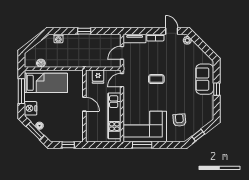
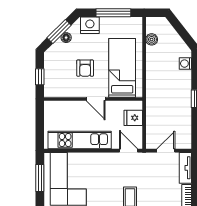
door: (122, 53) -> (166, 151), hinge flipped
bed: (46, 83) -> (122, 68), moved, turned 180
door: (84, 104) -> (96, 99), hinge flipped
armchair: (62, 112) -> (85, 68), added

